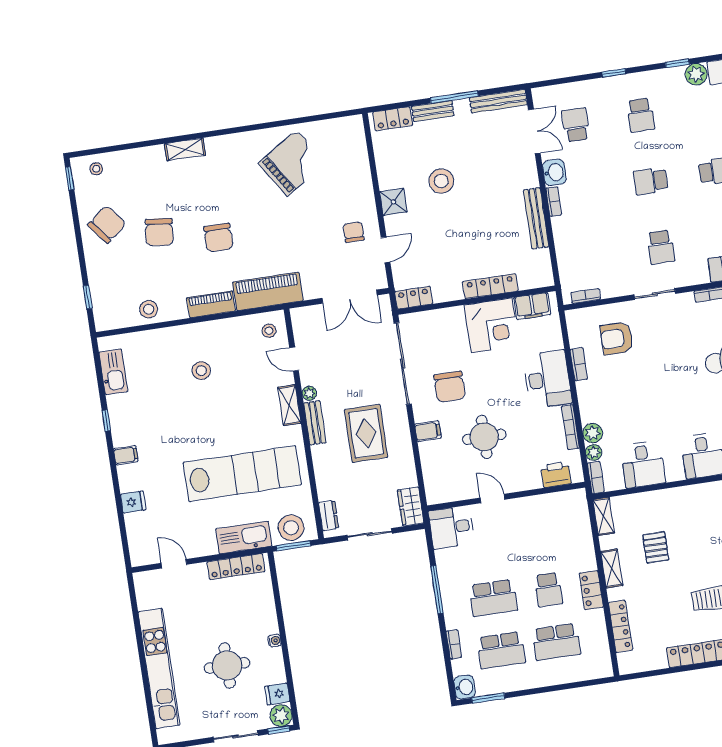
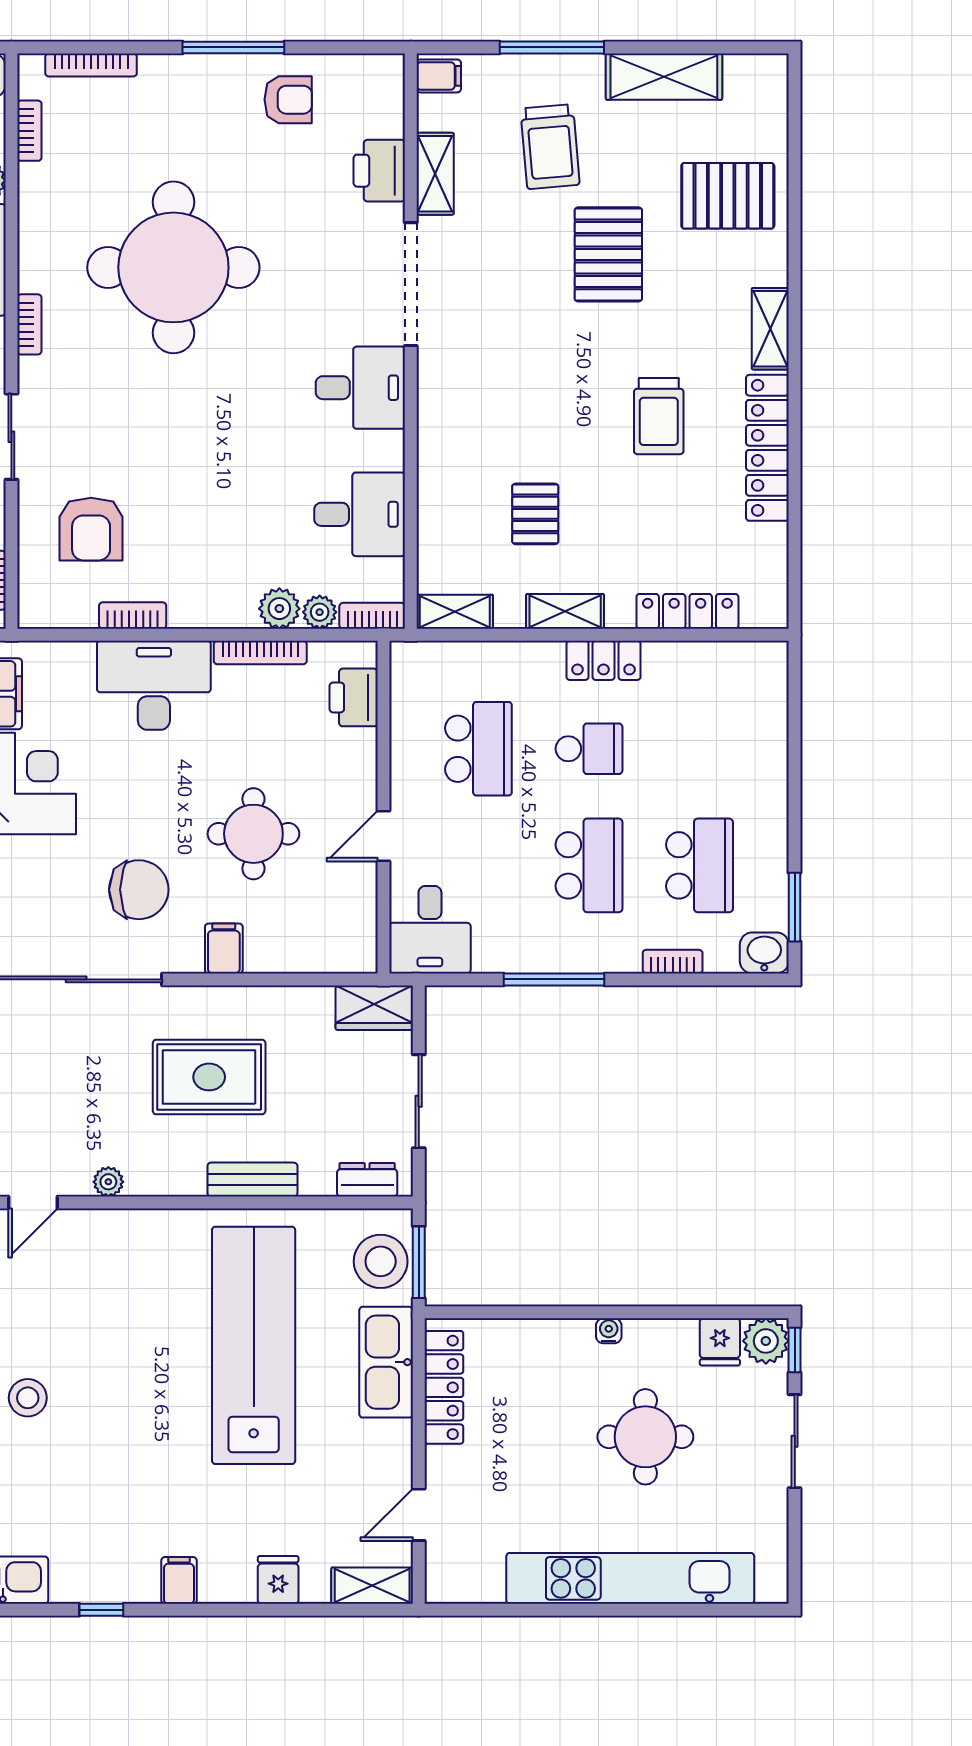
shelving: (289, 405) -> (372, 1586), moved
bench: (315, 423) -> (252, 1180), moved
pallet: (656, 547) -> (535, 514), turned 90
school desk: (556, 642) -> (478, 749), moved

